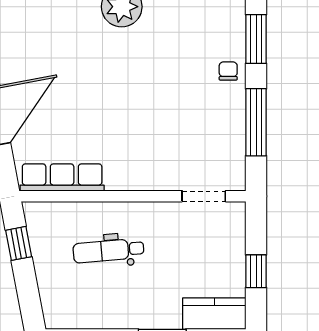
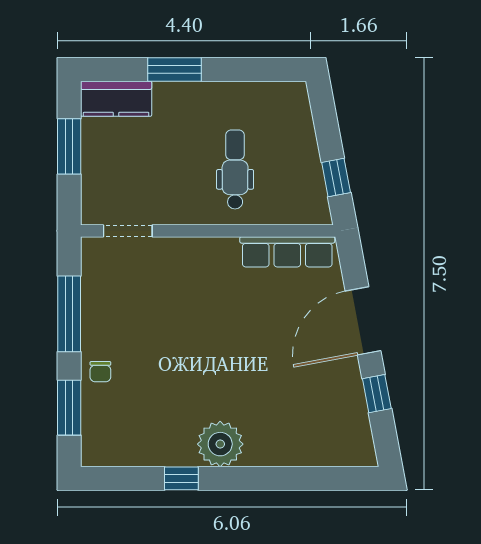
dental chair: (108, 251) -> (235, 169), turned -85
window: (256, 271) -> (69, 146), width x1.50

